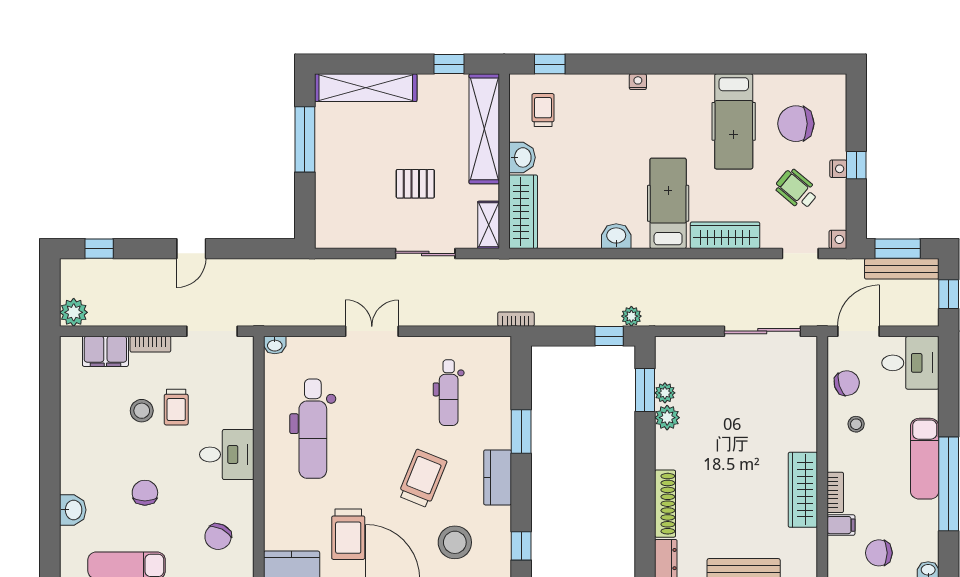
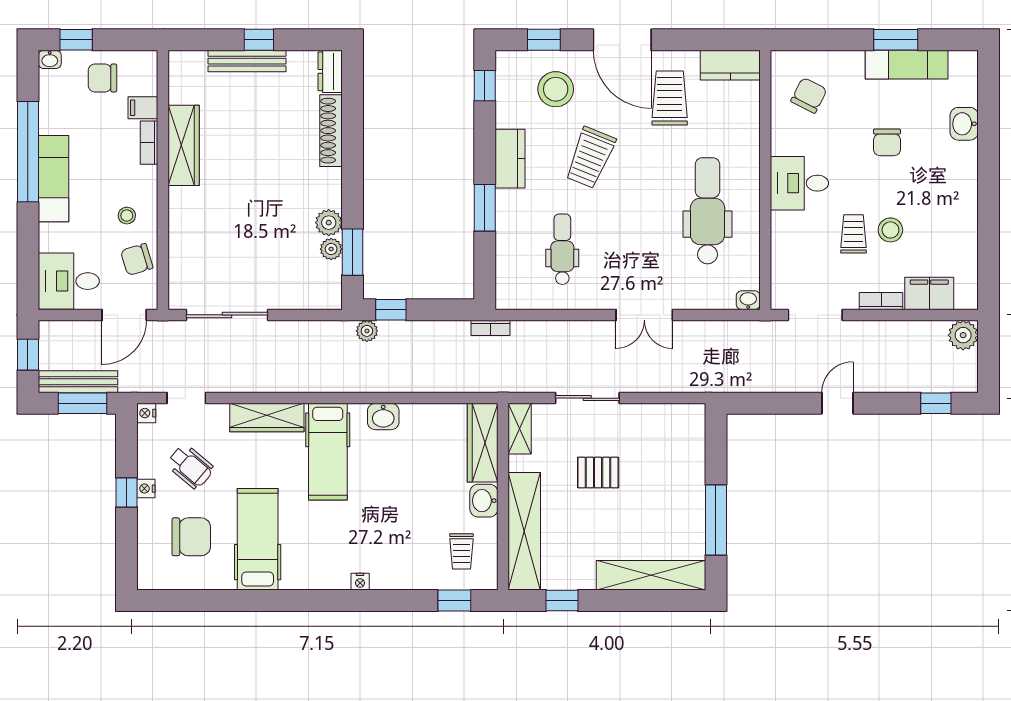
chair: (879, 553) -> (102, 78), turned 180

